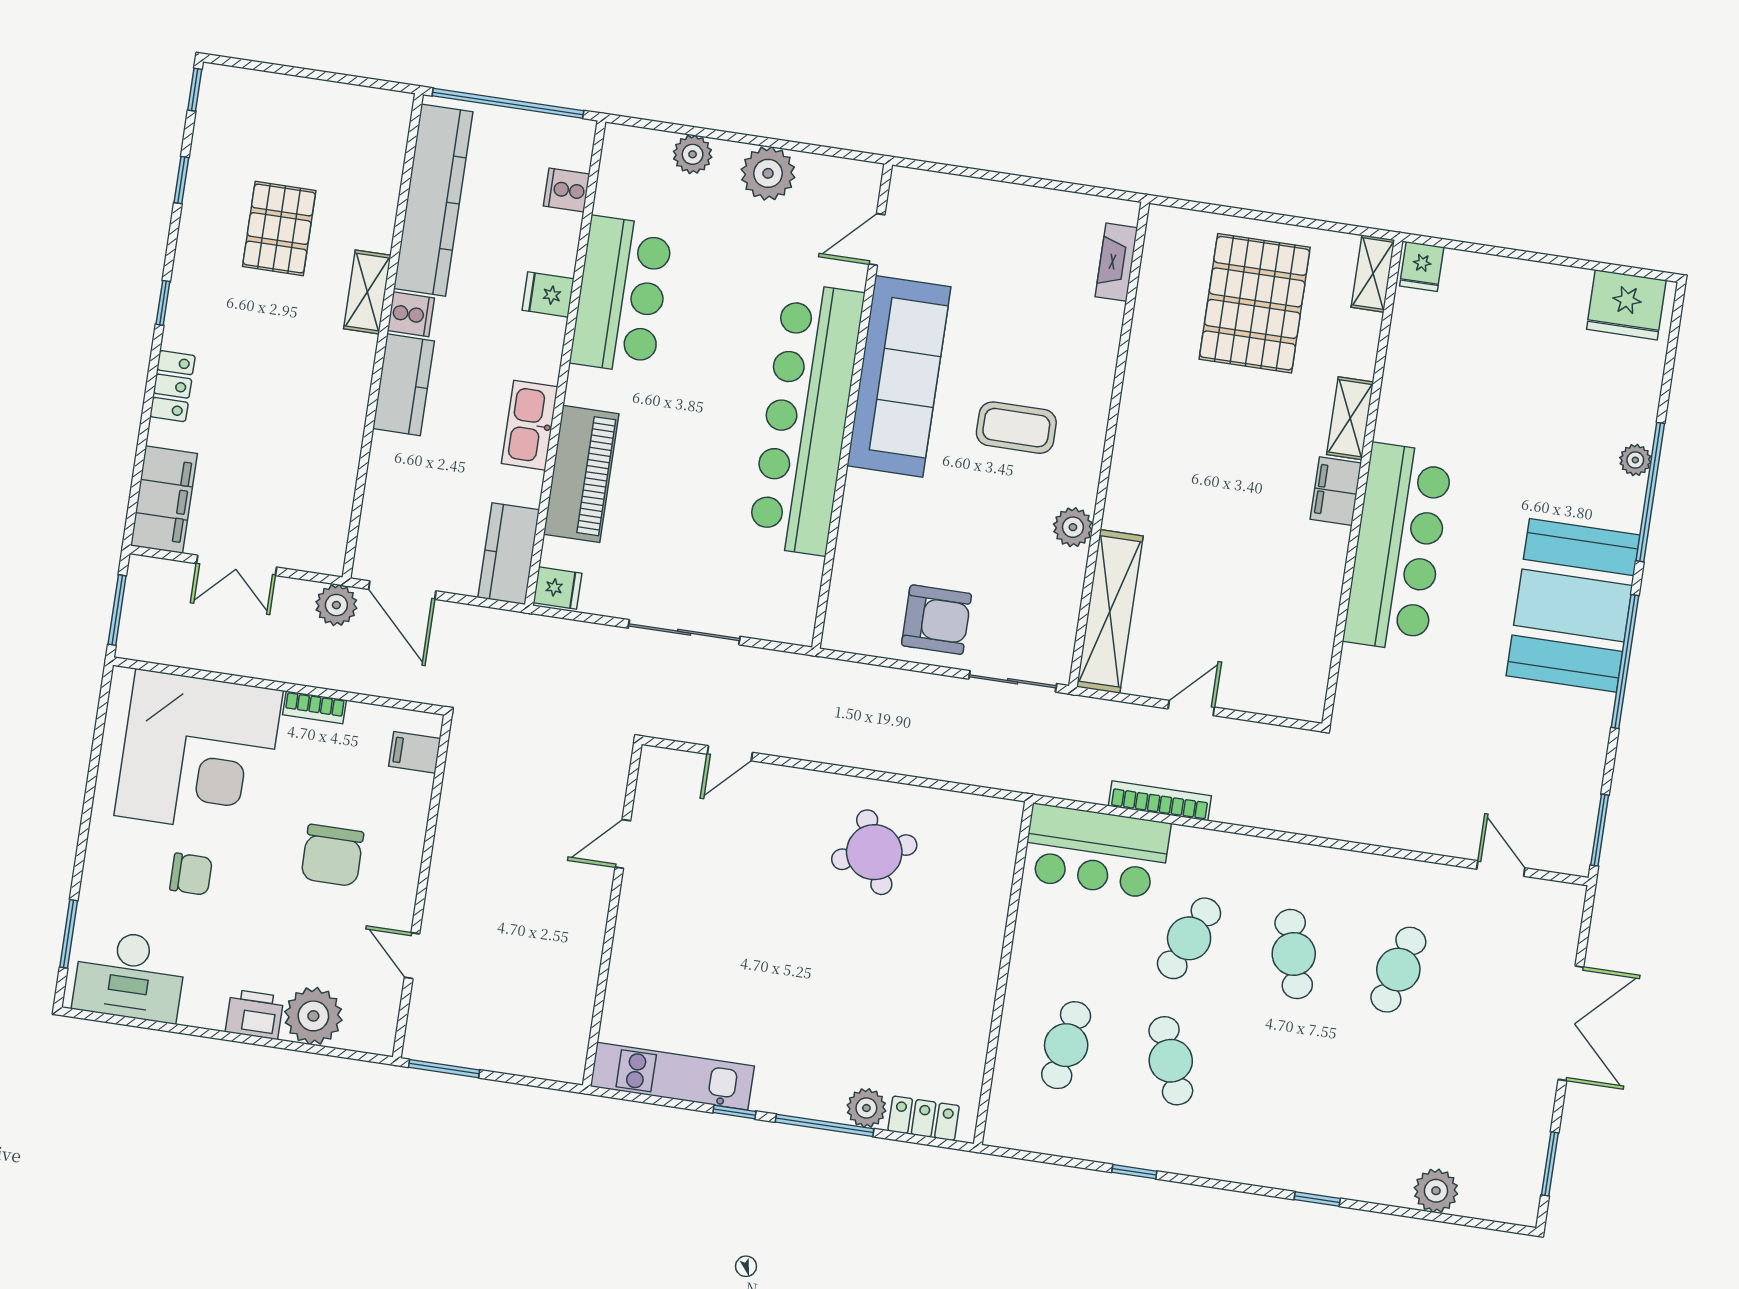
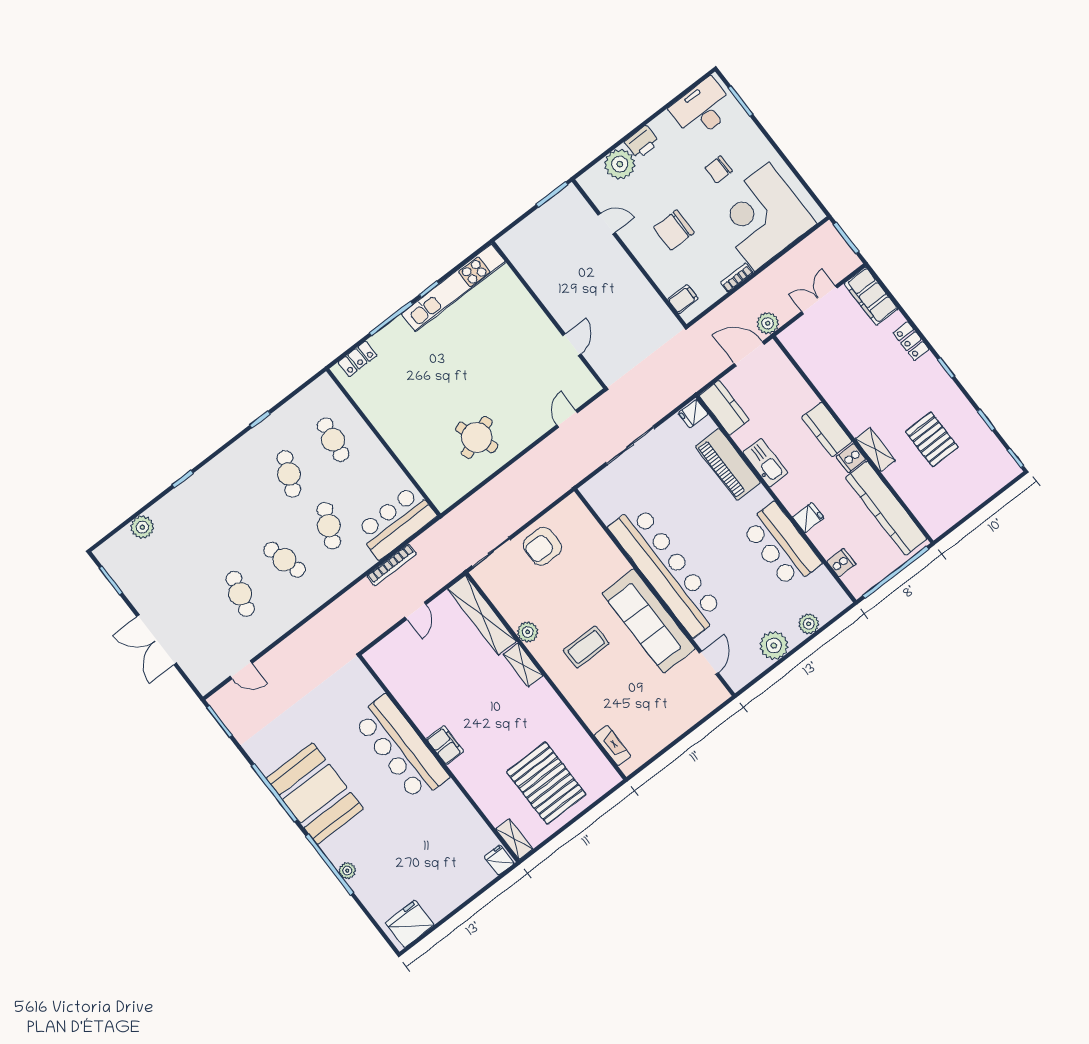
shelving: (1350, 418) -> (523, 665), moved
chair: (332, 855) -> (674, 230), turned -90
cafe table: (1171, 1061) -> (289, 474), turned 45
kitchen unit: (672, 1076) -> (453, 288), width x1.36
plant: (866, 1108) -> (382, 341), removed

